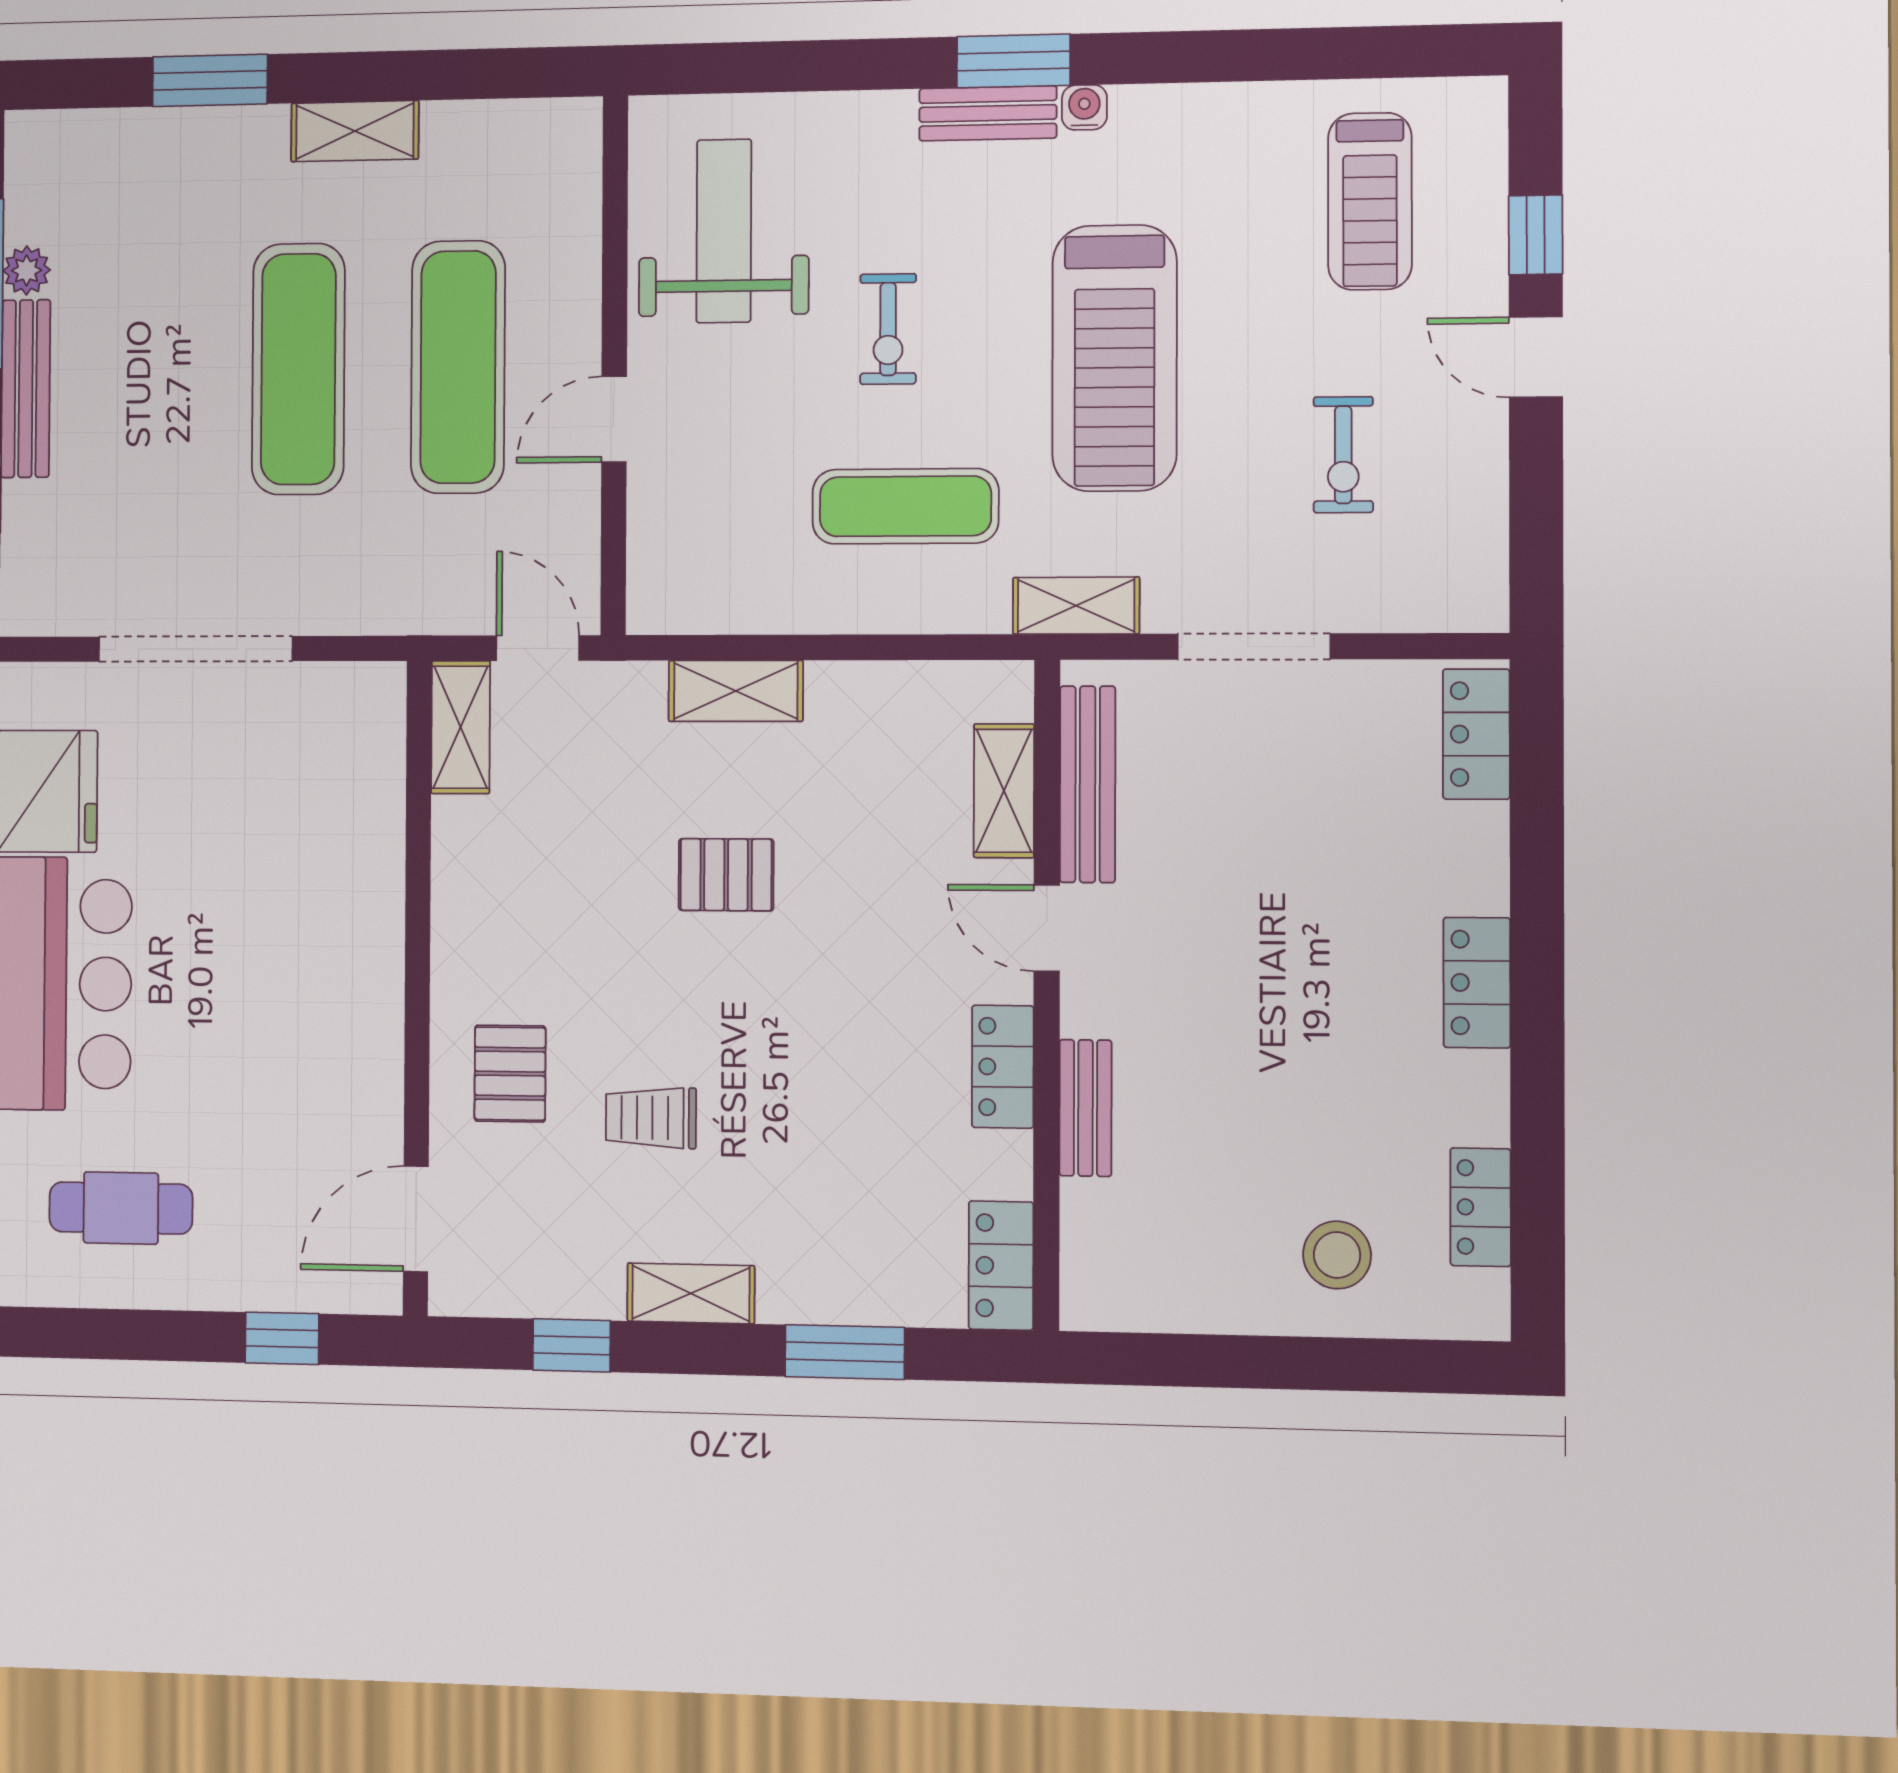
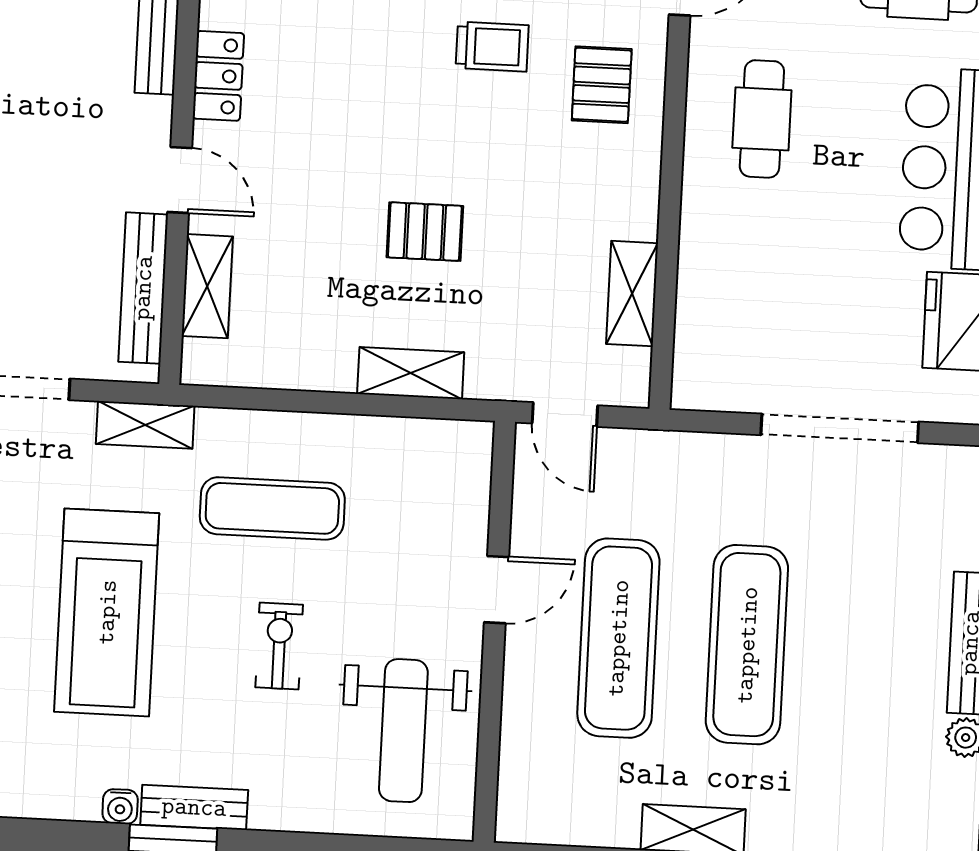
treadmill: (1114, 358) -> (107, 612), turned 180
shelving: (461, 727) -> (632, 294), moved
cafe table: (308, 1037) -> (762, 119), added

